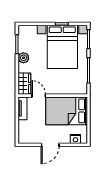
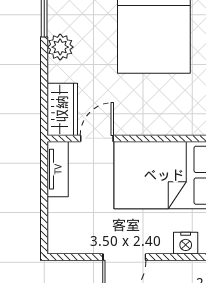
door: (39, 96) -> (97, 138), hinge flipped

